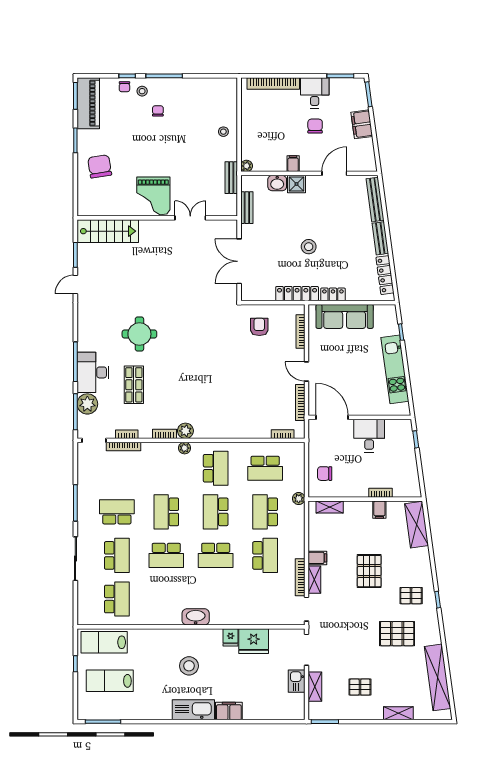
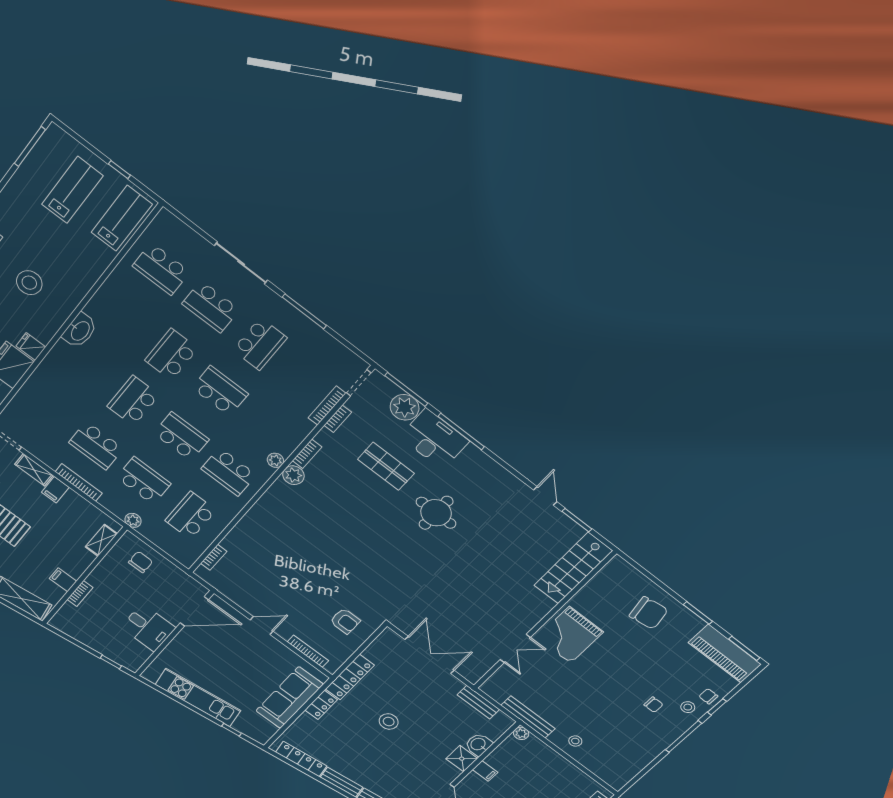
bench: (231, 178) -> (528, 717), width x1.36
grand piano: (153, 196) -> (570, 635), turned -90
bookcase: (300, 403) -> (234, 596), removed
bookcase: (300, 577) -> (79, 482), moved

